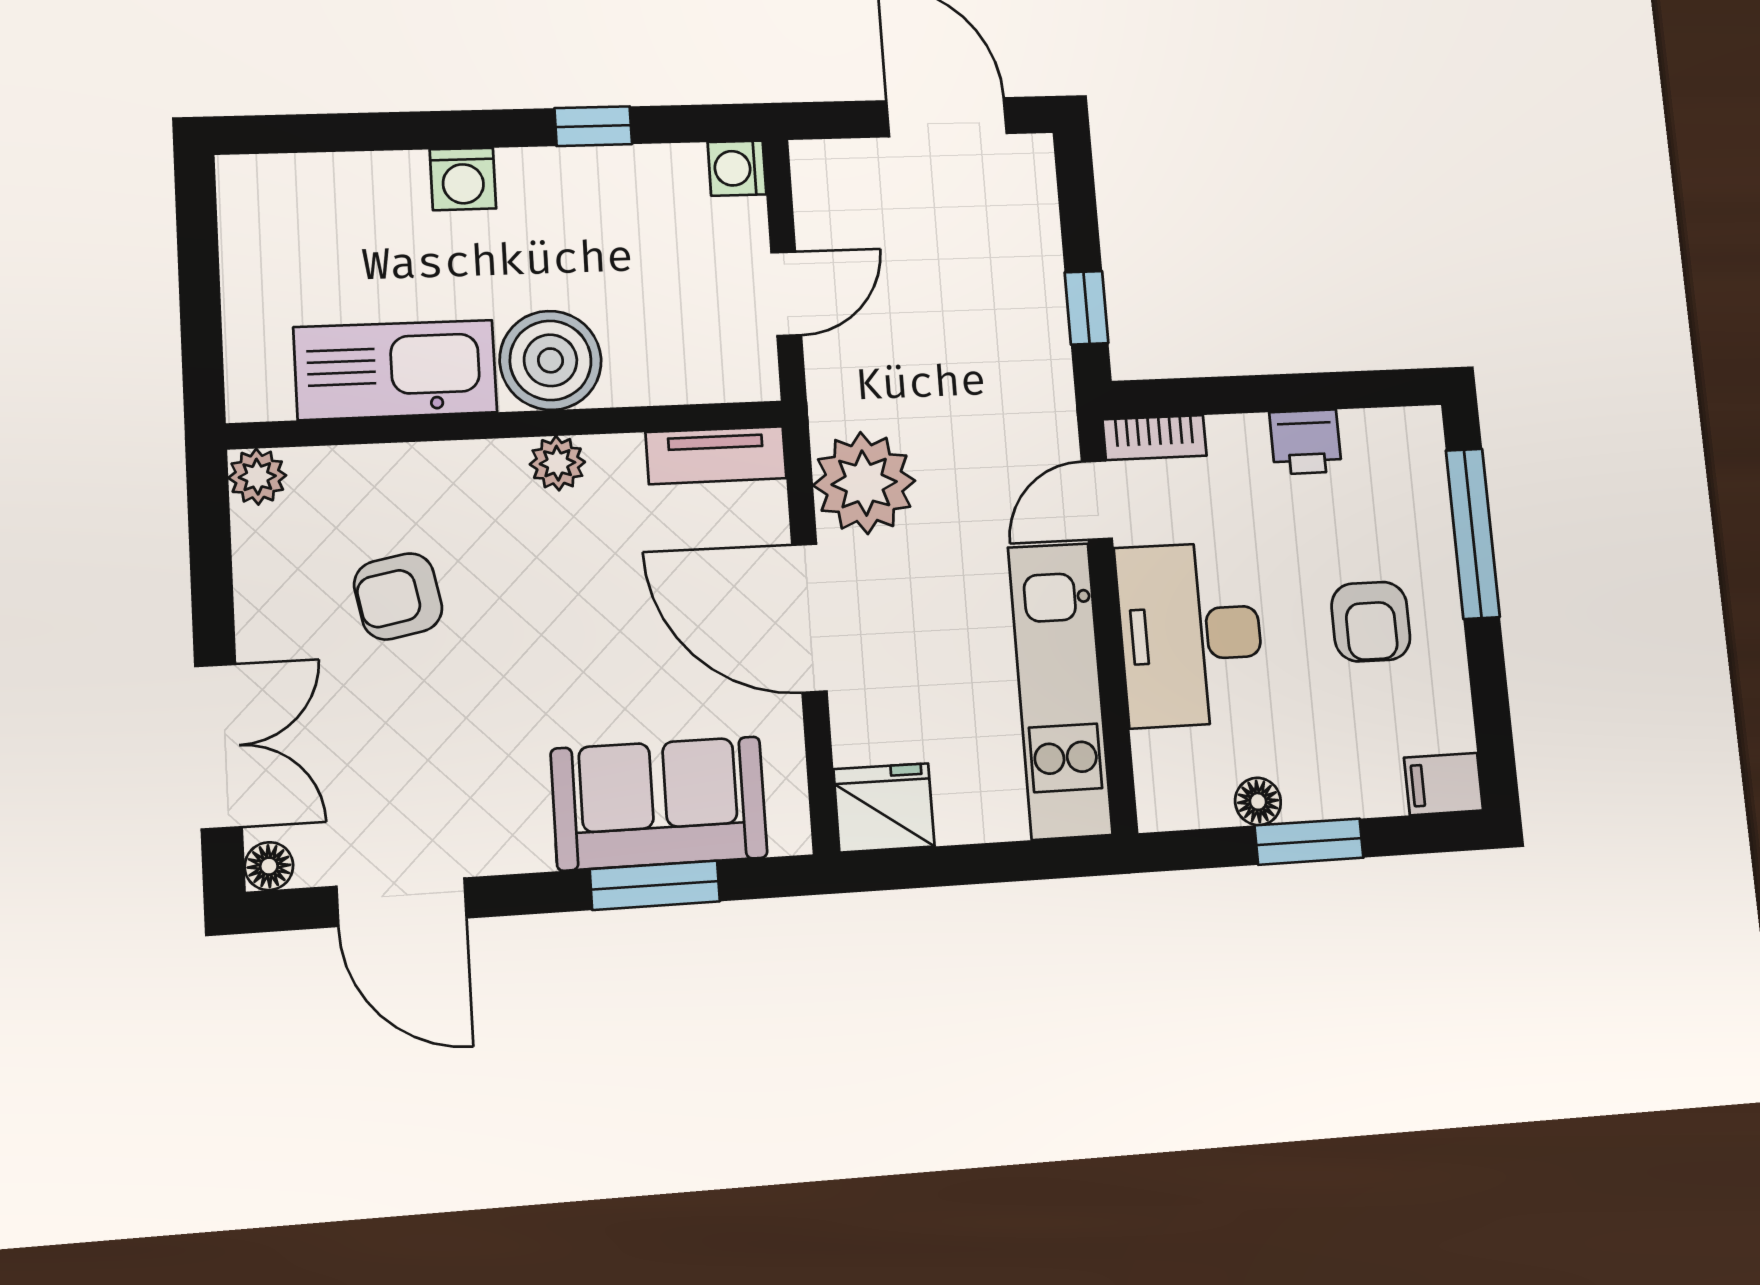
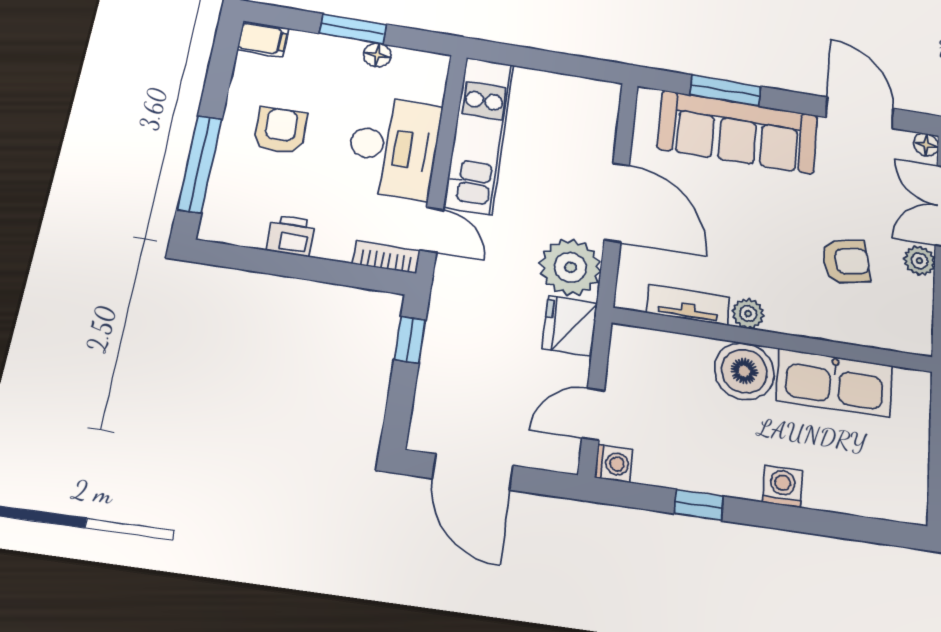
door: (786, 294) -> (593, 414), moved
tv unit: (716, 455) -> (688, 305), moved
plant: (257, 477) -> (920, 261), moved
door: (1097, 500) -> (431, 230), hinge flipped
sofa: (659, 803) -> (738, 132), width x1.36
fridge: (884, 808) -> (570, 326), moved, turned 90

